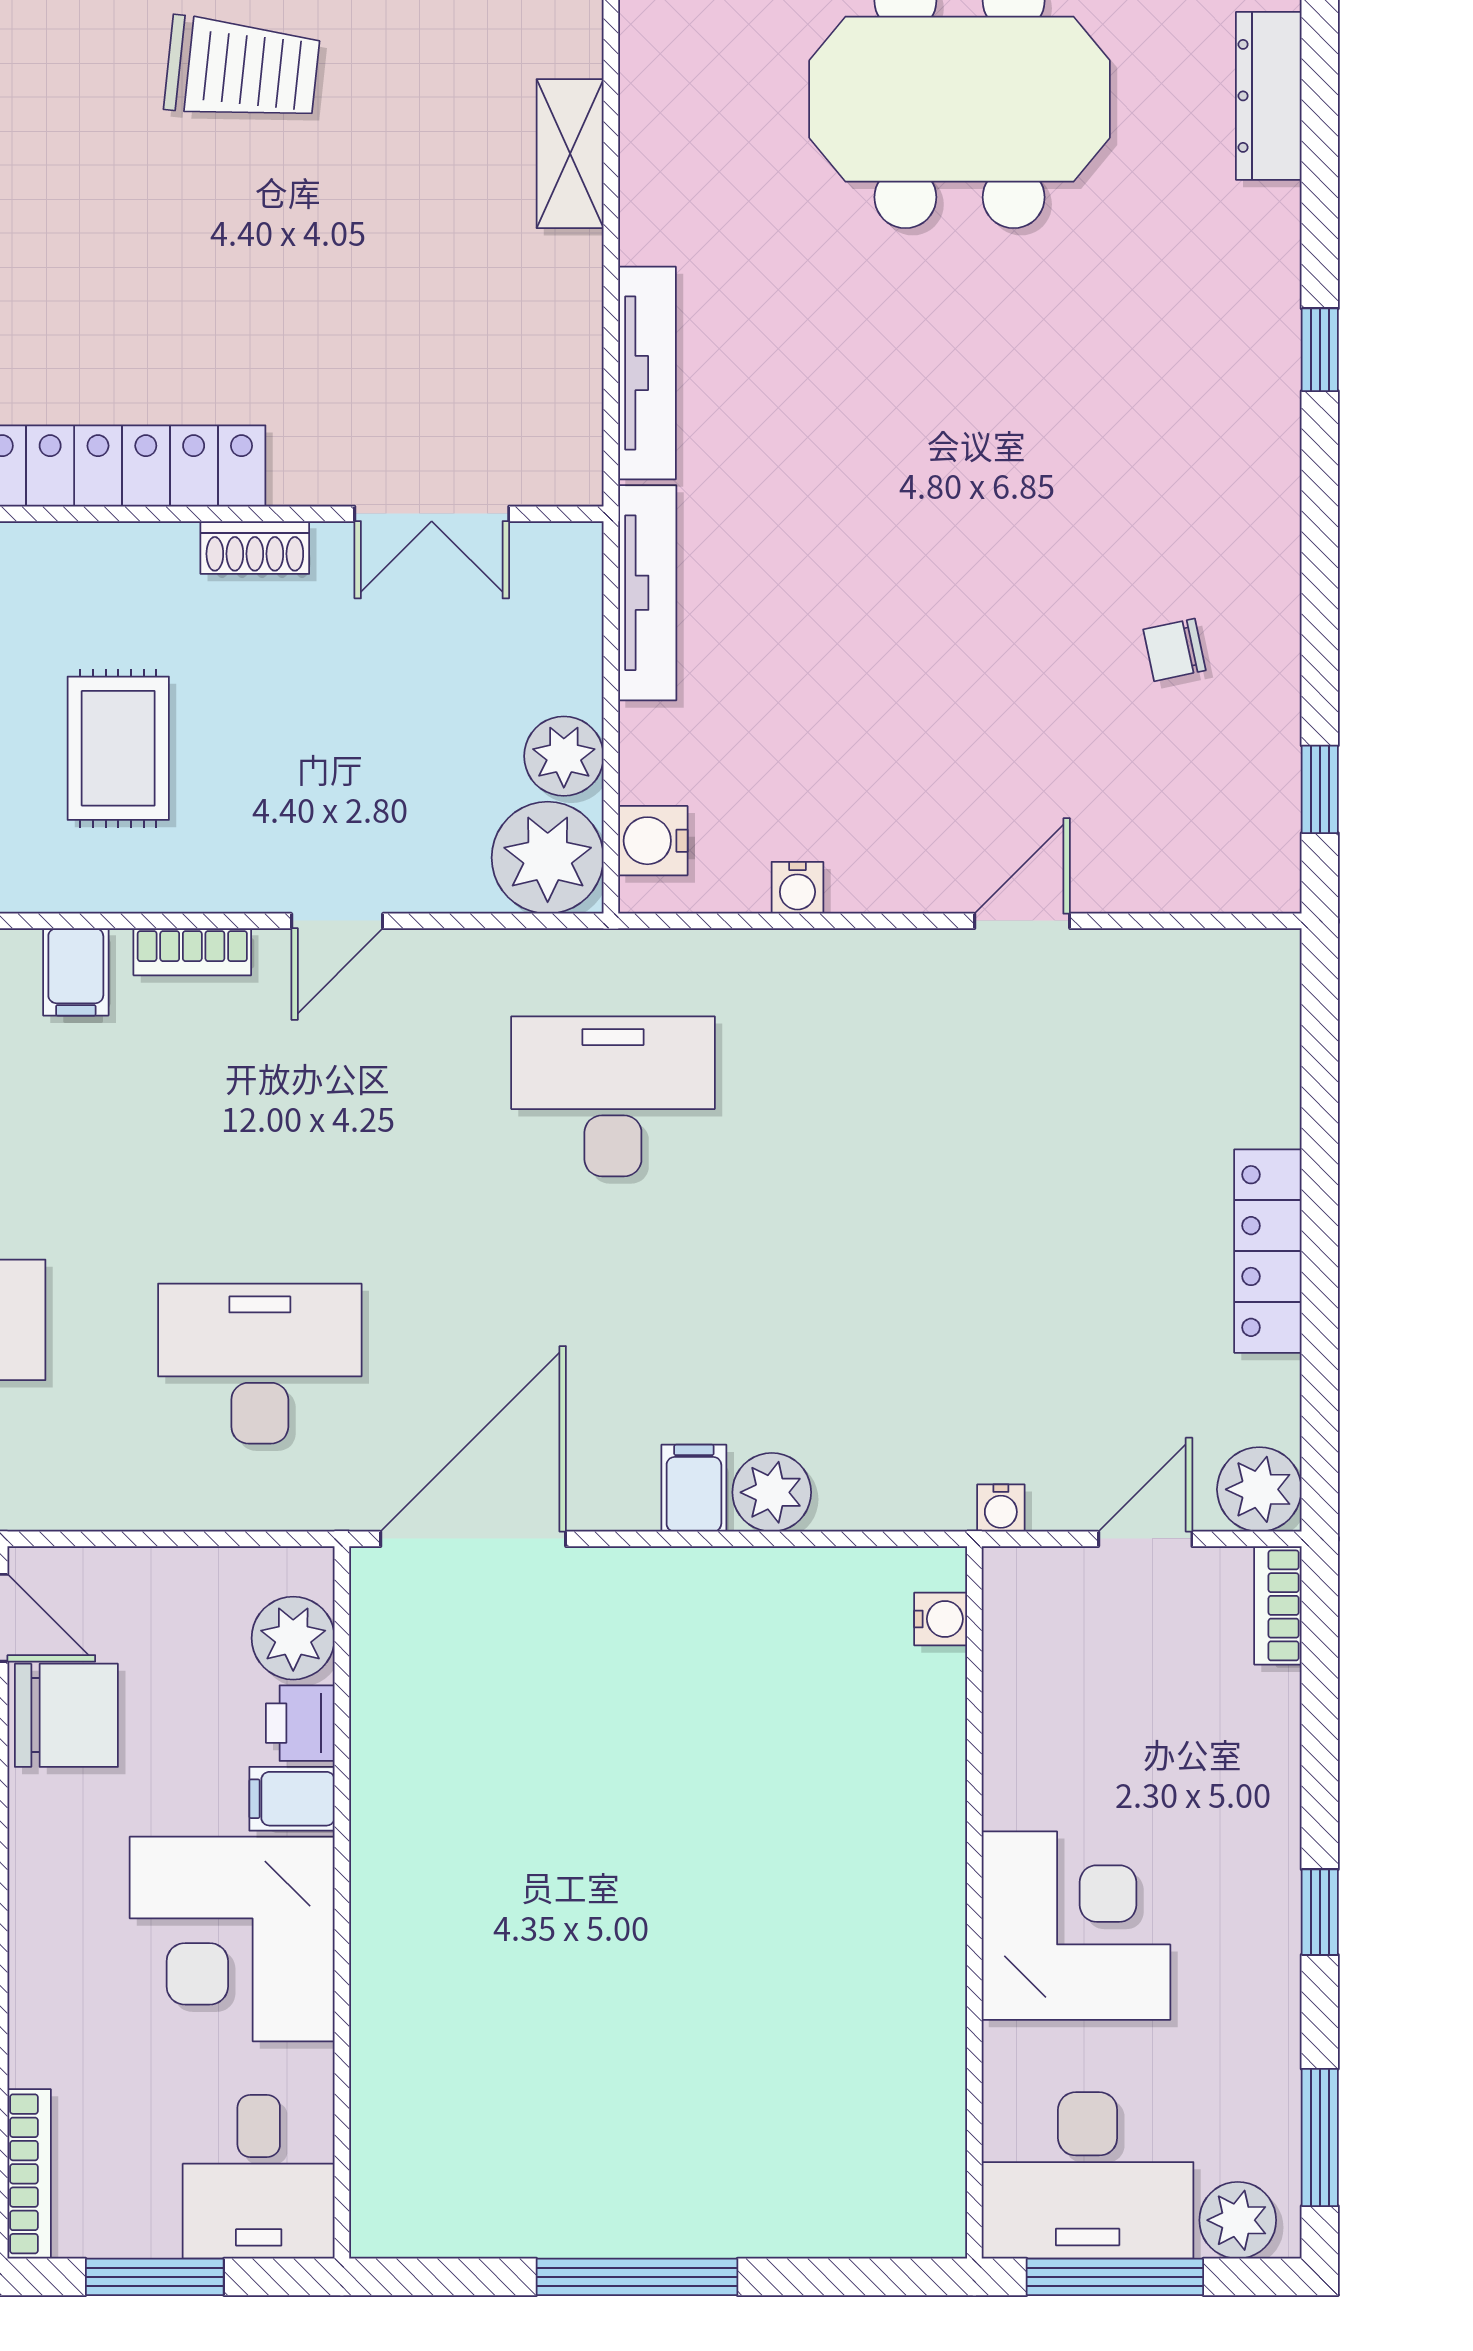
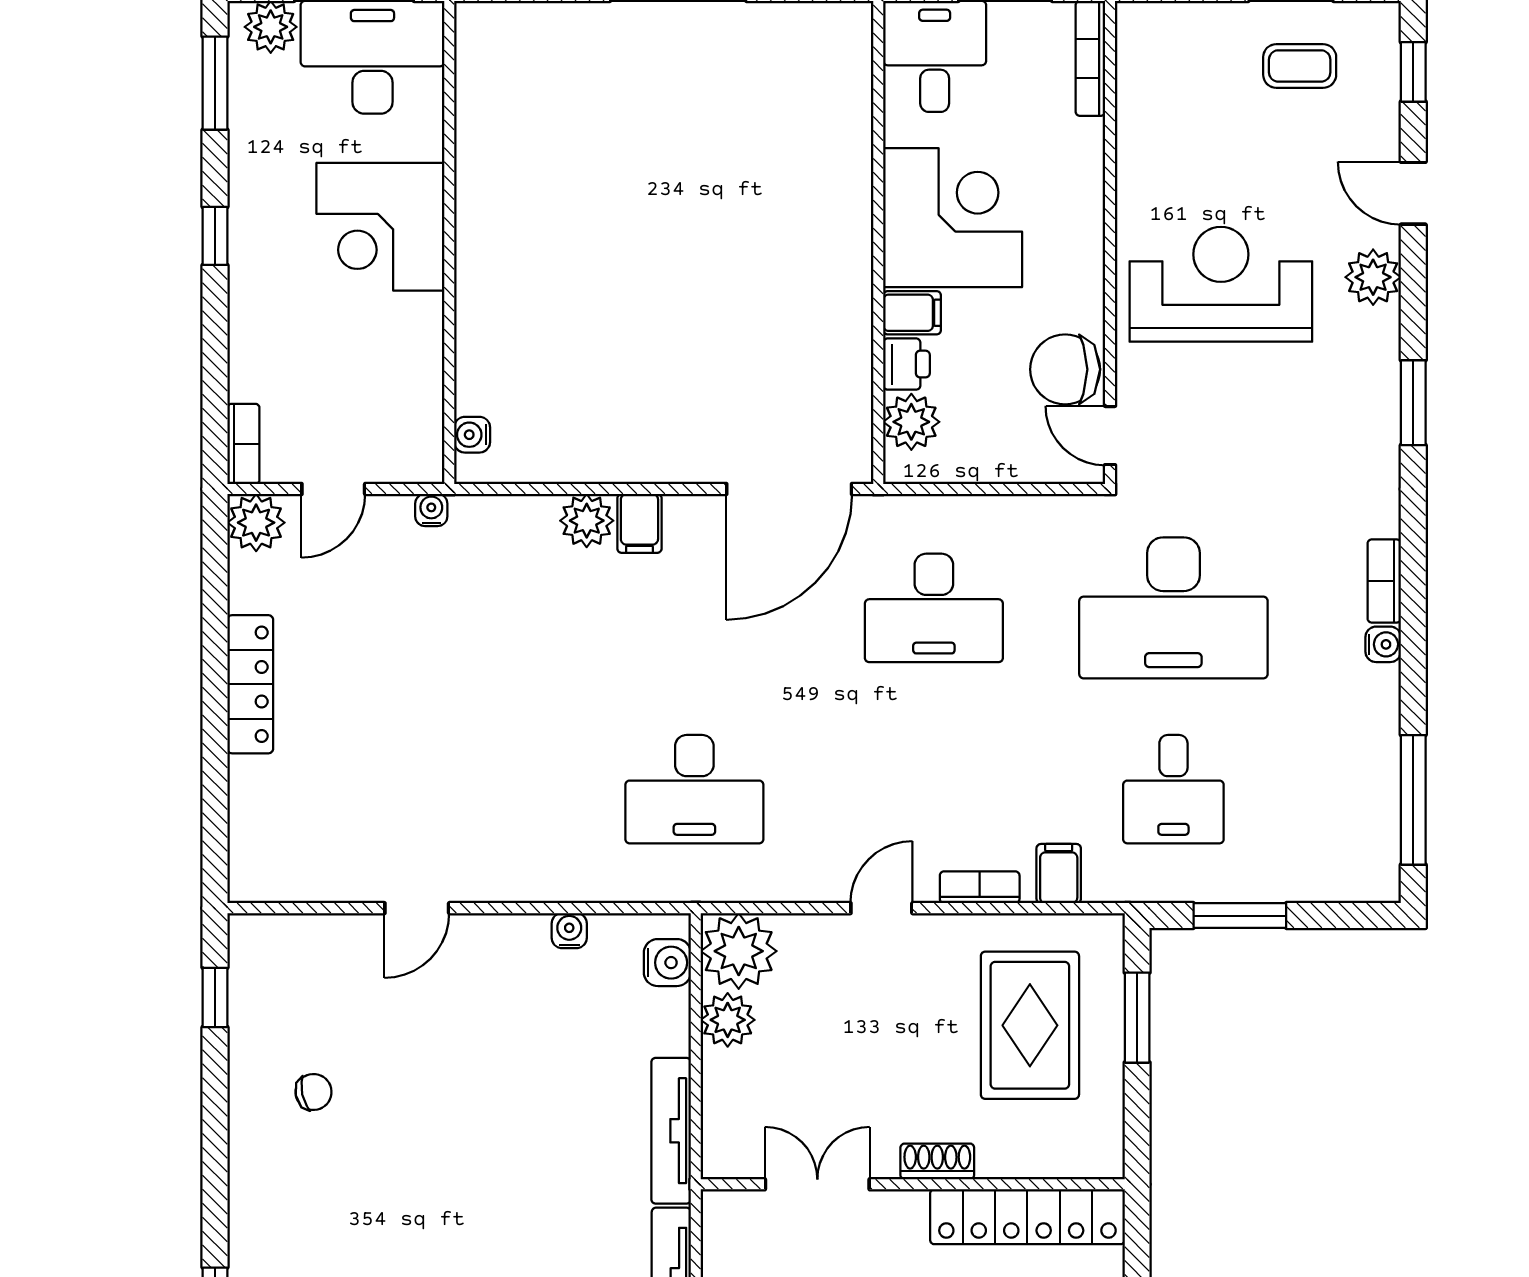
rug: (118, 748) -> (1030, 1025), width x1.36, depth x1.43

